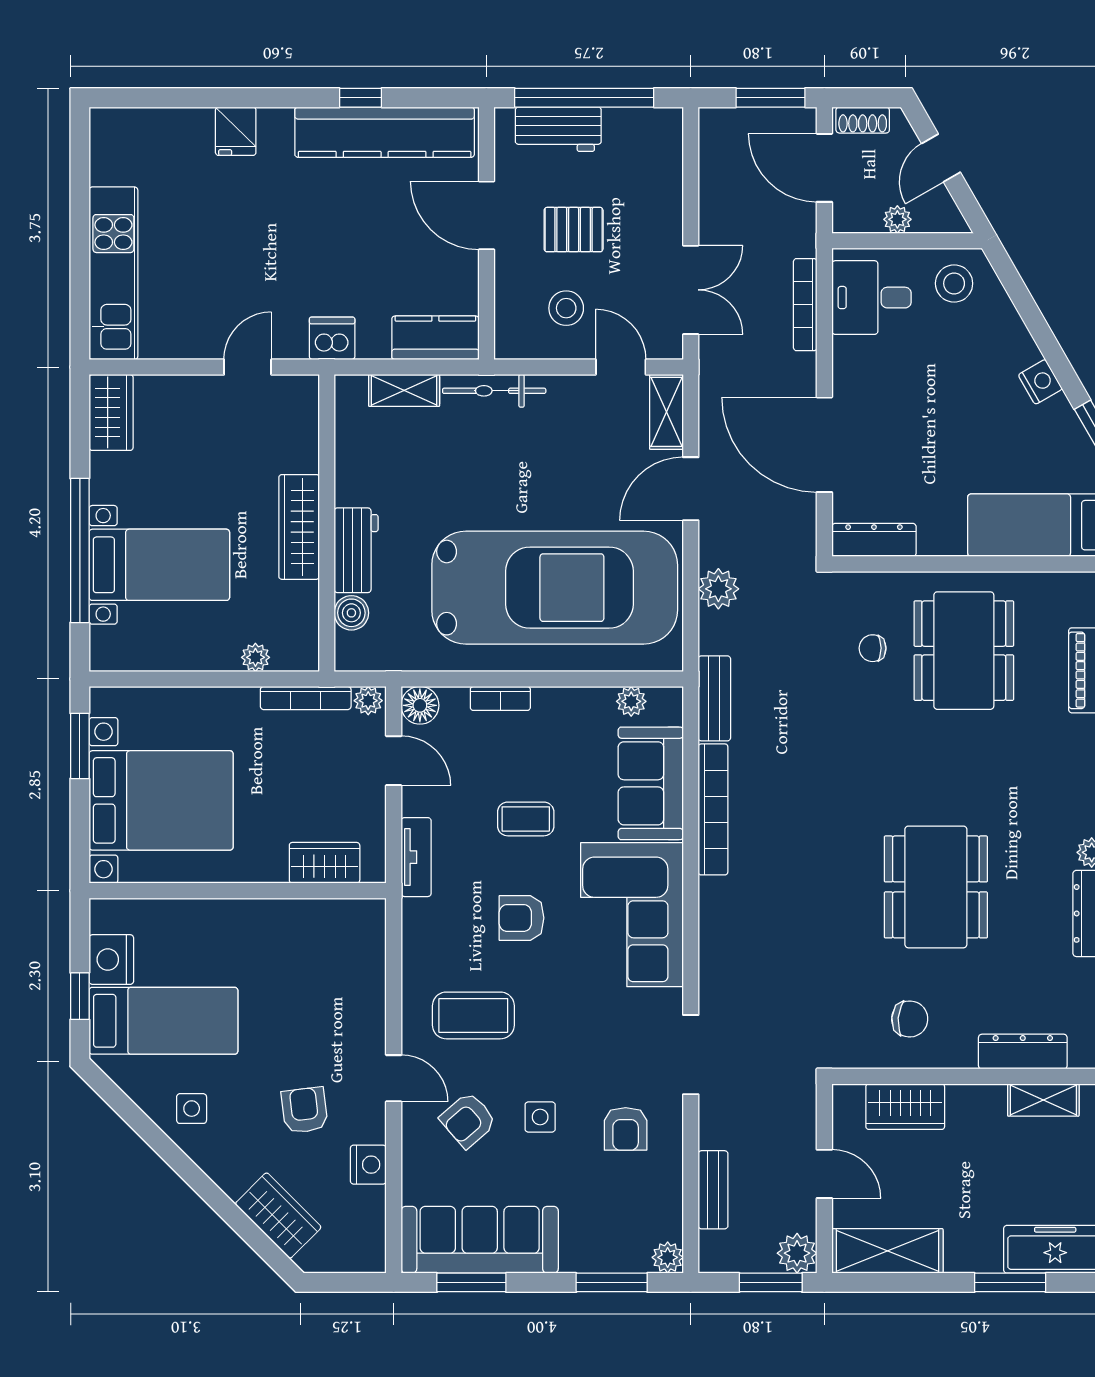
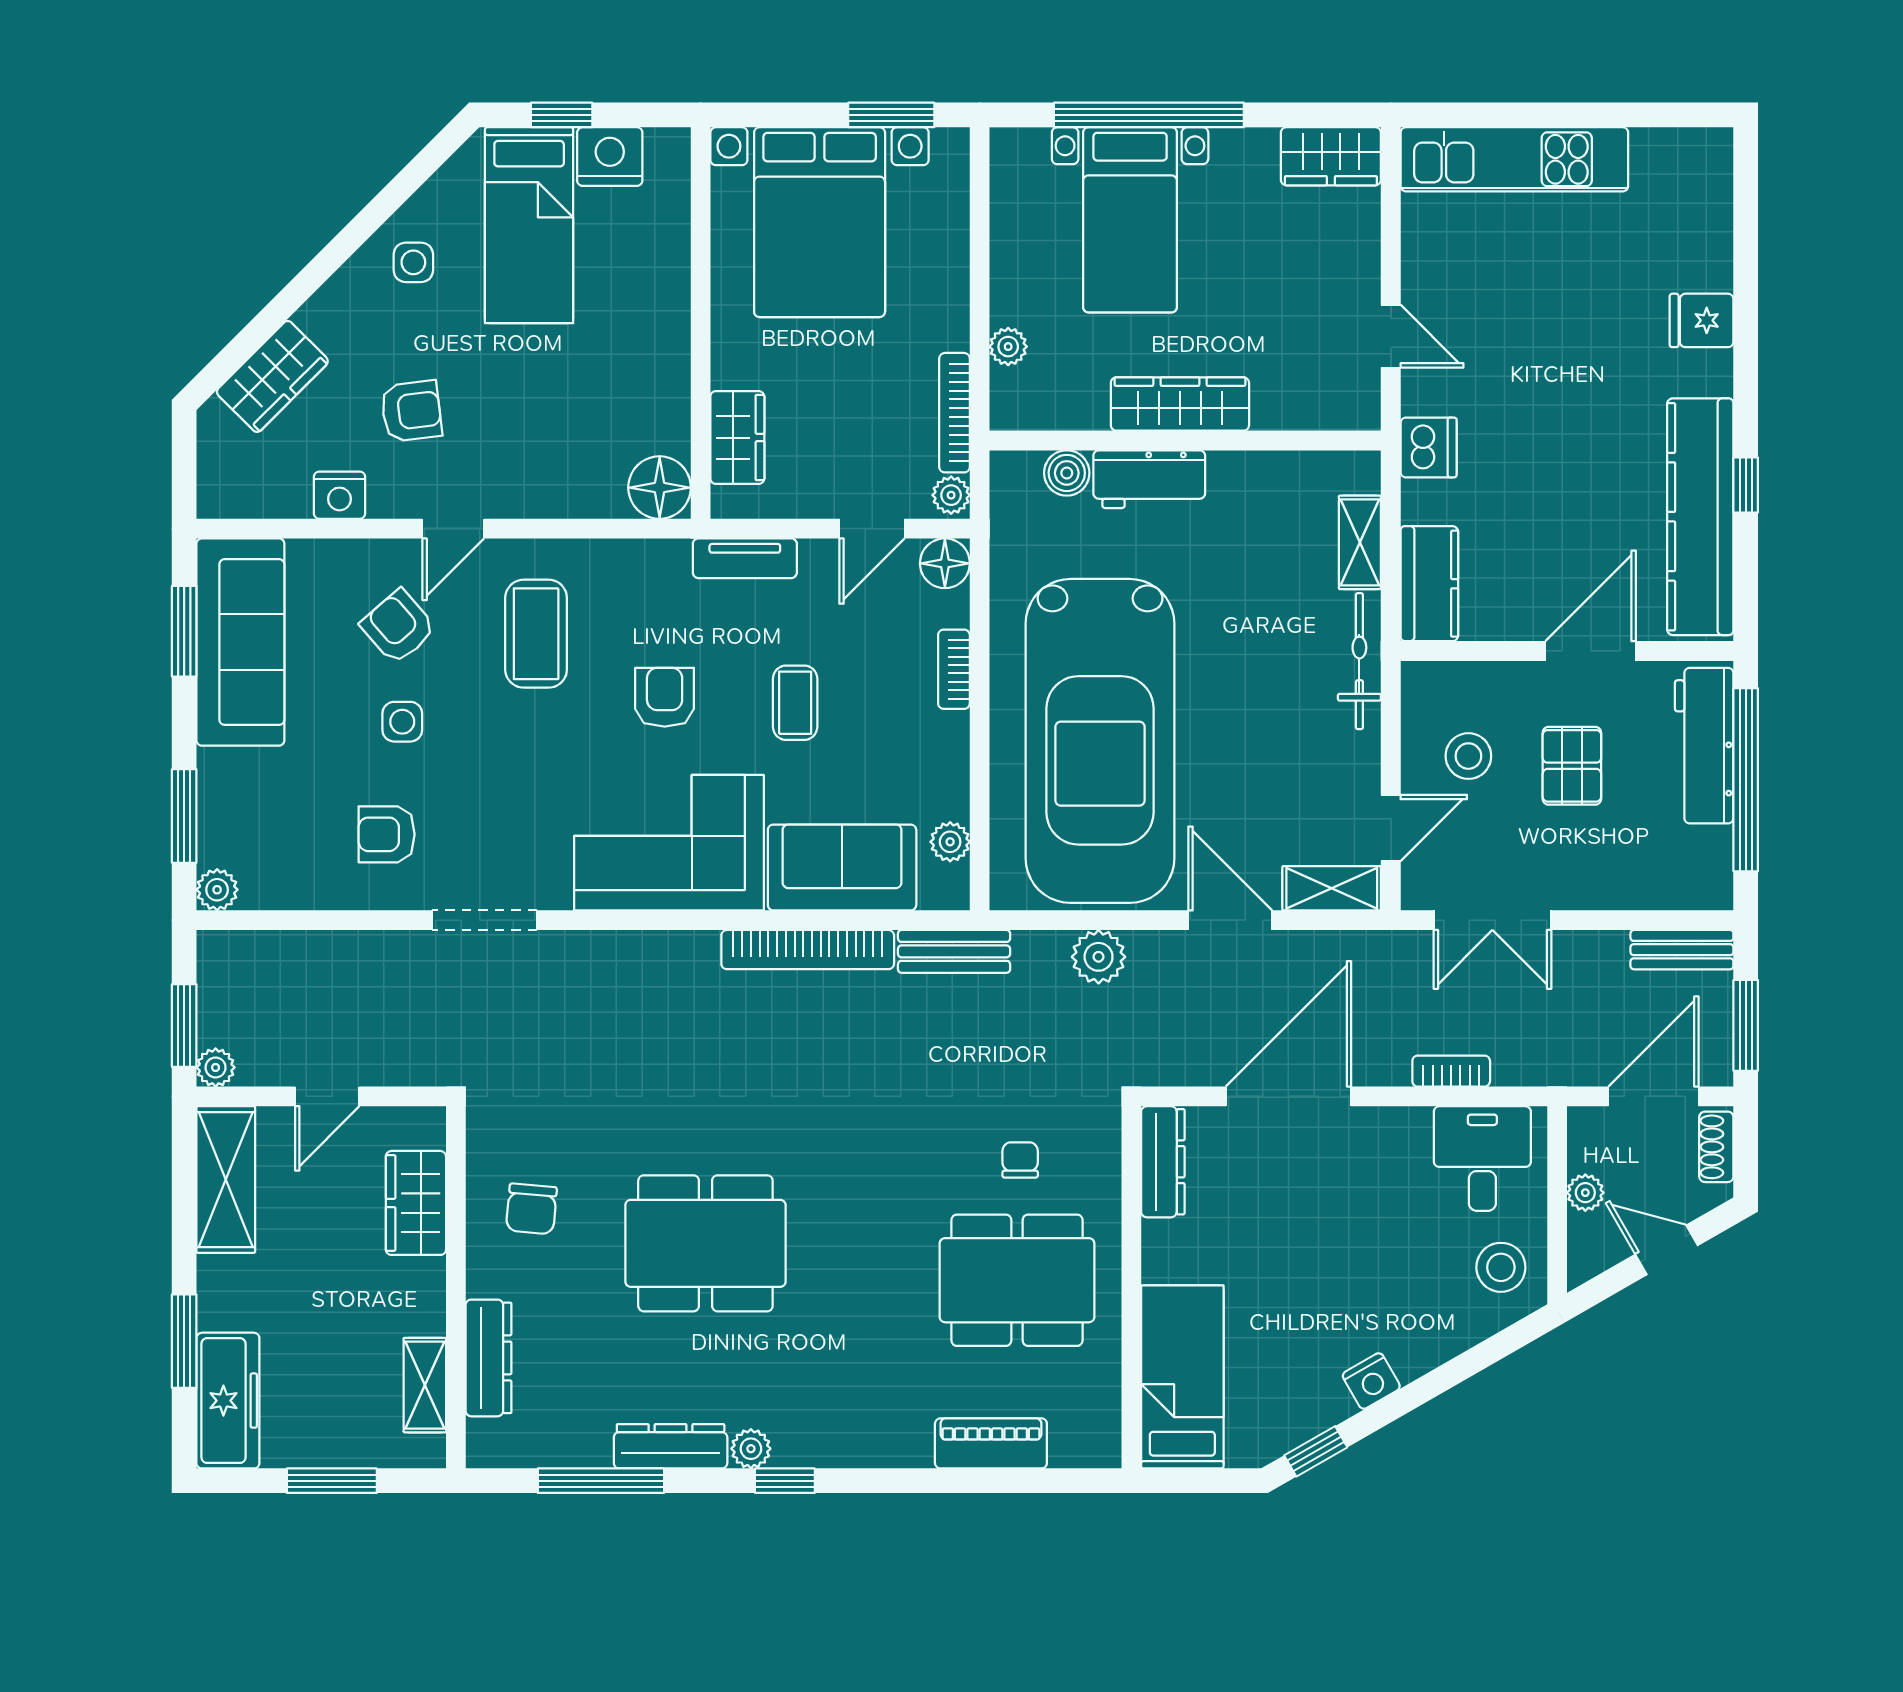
workbench: (558, 129) -> (1704, 746), width x1.38
bookcase: (805, 305) -> (1451, 1071), width x0.64
floor lamp: (362, 922) -> (660, 488), added
bench: (713, 1190) -> (1682, 950), moved
plant: (797, 1253) -> (216, 1067), width x0.73, depth x0.73

